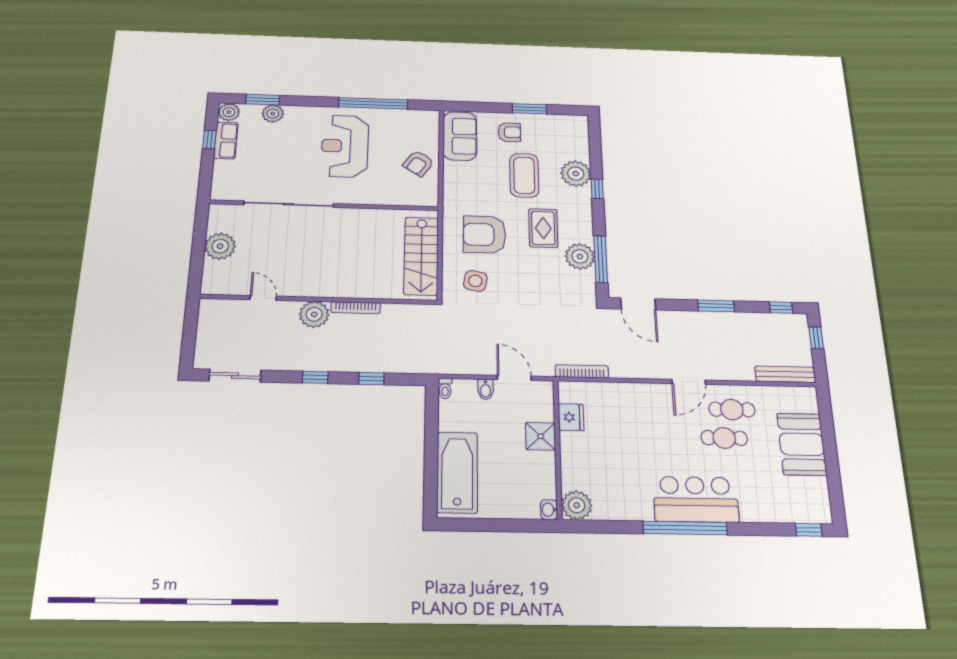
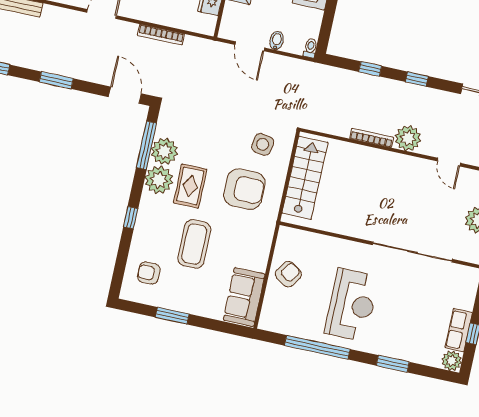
window: (263, 100) -> (393, 364), moved
plant: (273, 114) -> (412, 352), removed
armchair: (509, 132) -> (149, 273), moved
plant: (576, 174) -> (159, 180), moved
bookcase: (582, 371) -> (161, 35), moved

